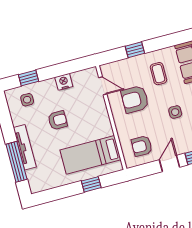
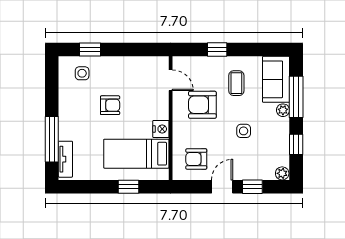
nightstand: (64, 82) -> (161, 129), moved, turned 90
tv unit: (25, 147) -> (65, 159), moved, width x0.71

